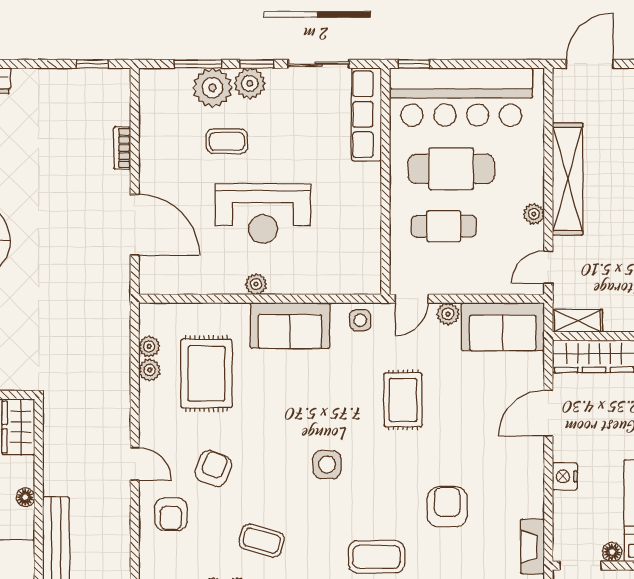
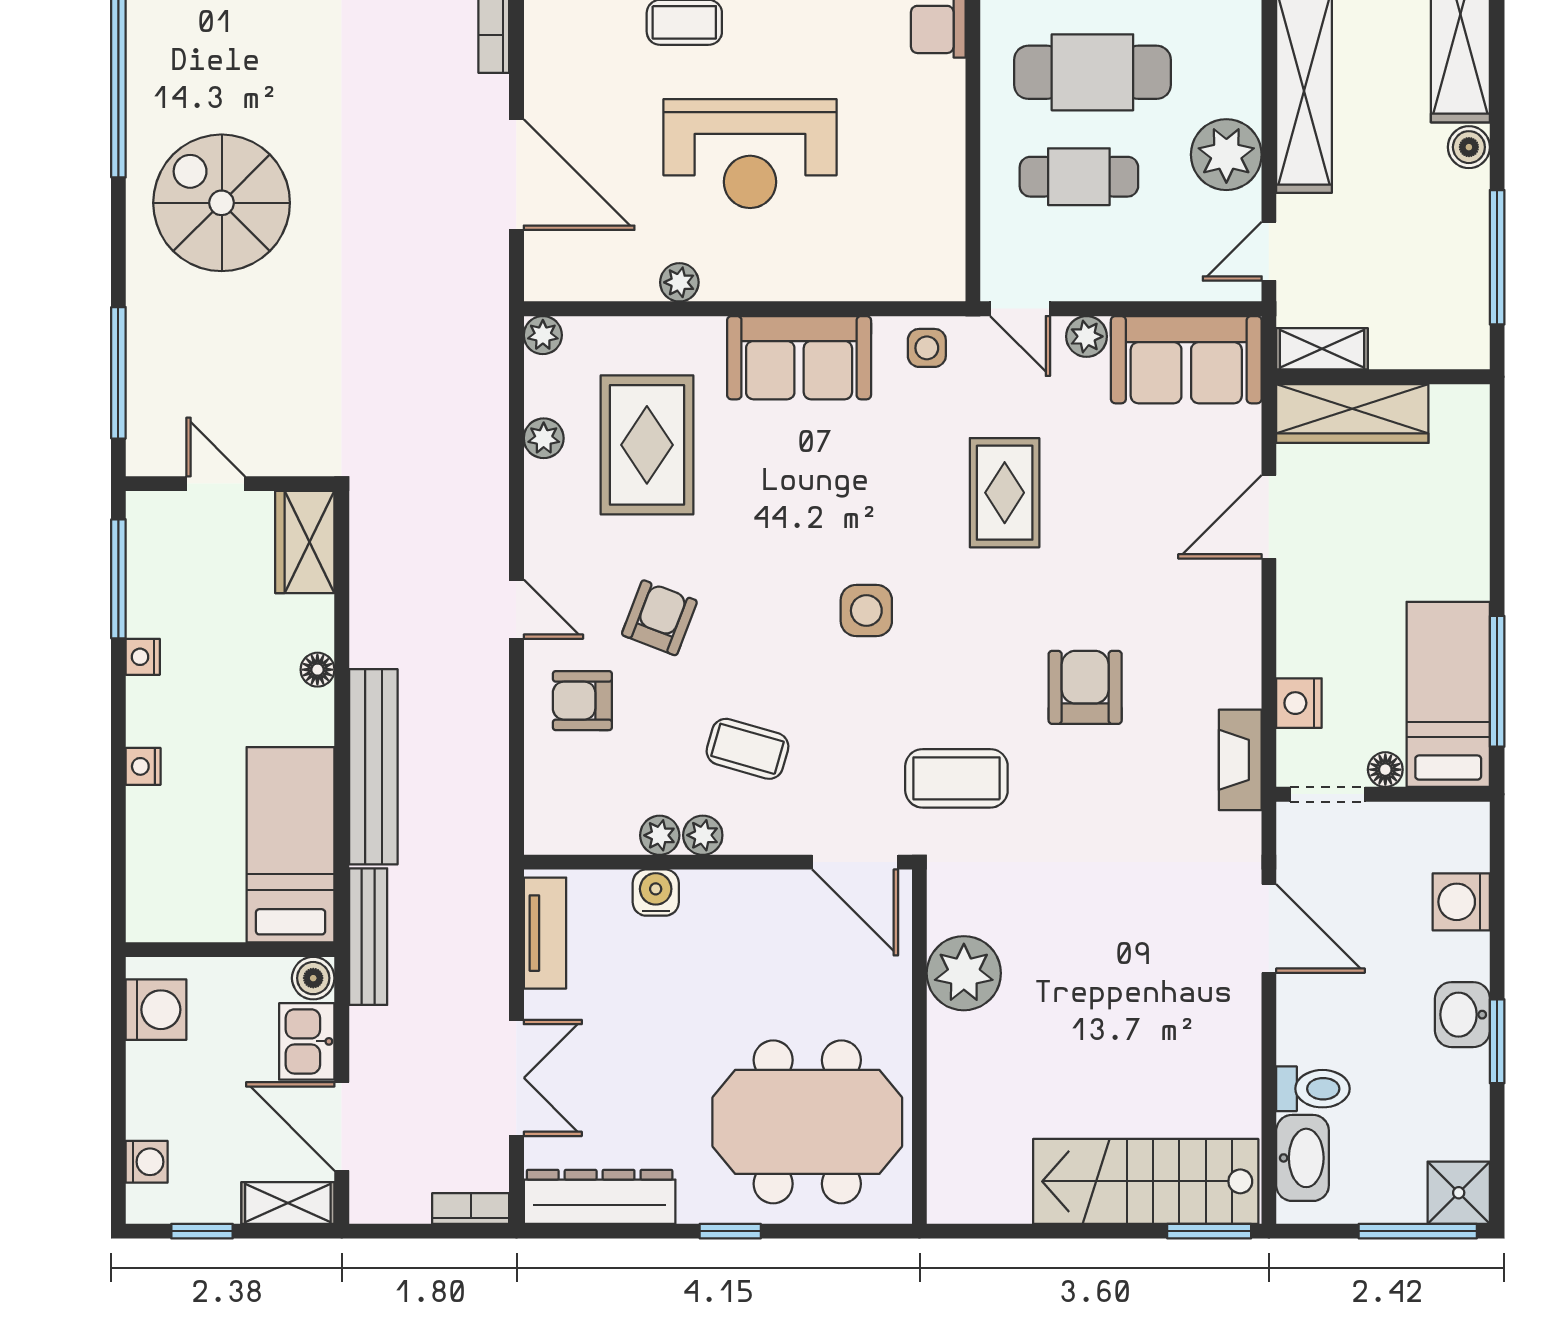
plant: (534, 214) -> (1226, 155), width x1.87, depth x1.87
plant: (256, 284) -> (679, 282), moved
door: (412, 299) -> (1020, 309), hinge flipped
plant: (149, 346) -> (543, 335), moved
nightstand: (565, 476) -> (1299, 703), moved
armchair: (171, 514) -> (582, 701), turned 90

